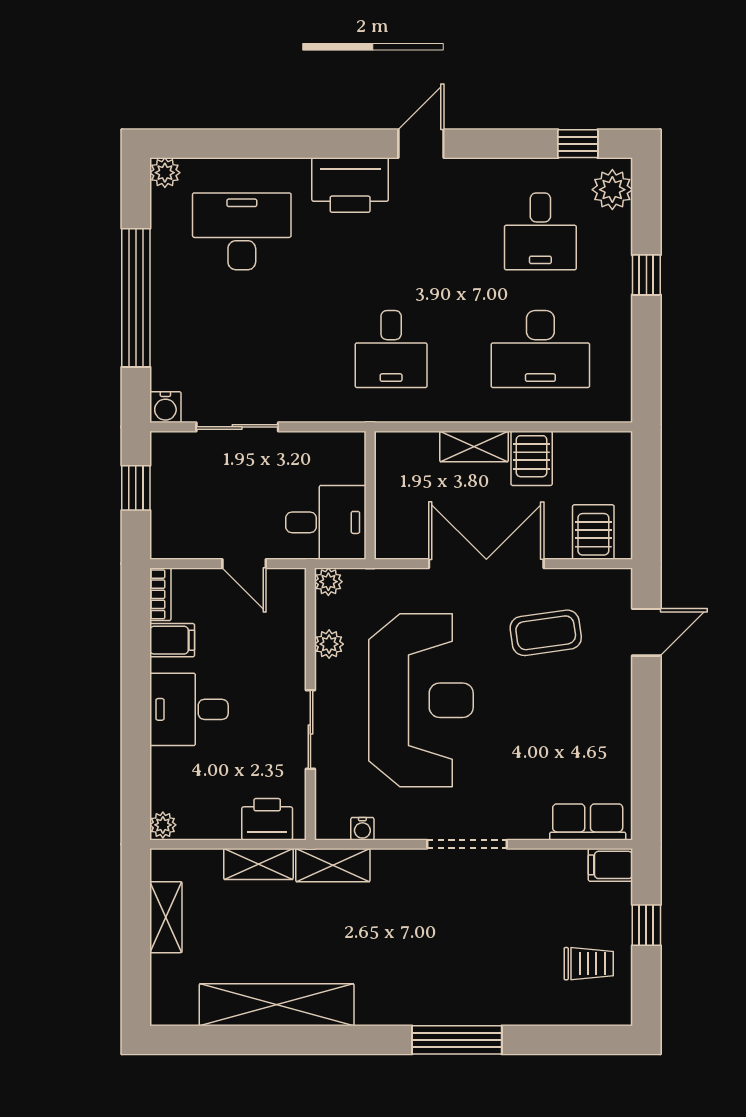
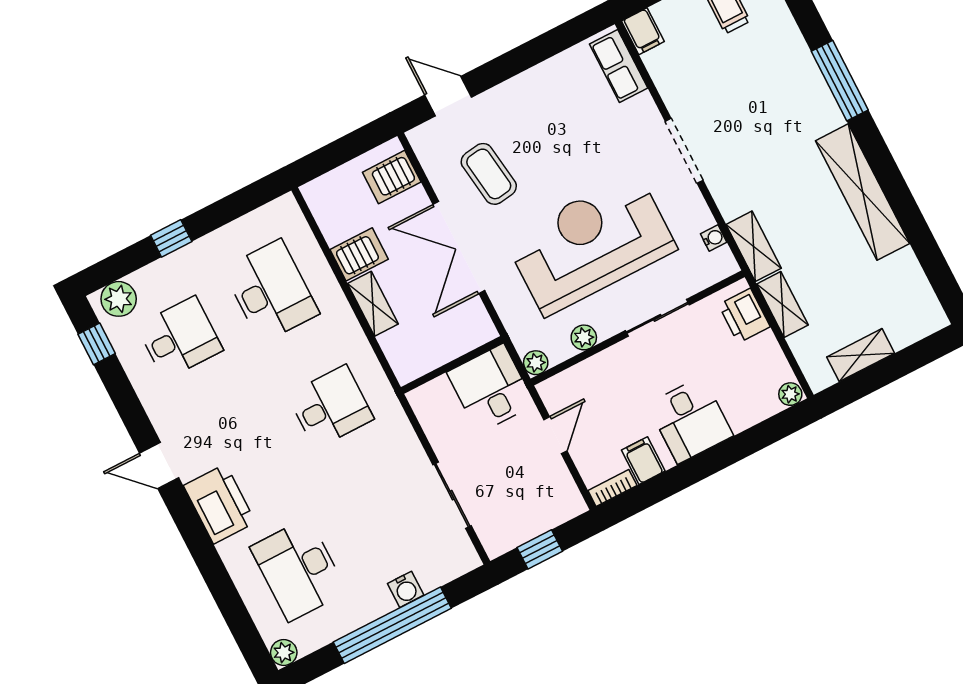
water cooler: (165, 407) -> (406, 589), moved, turned 90
shelving: (277, 1005) -> (863, 192), moved

